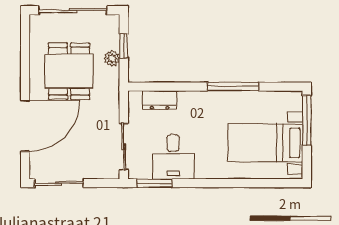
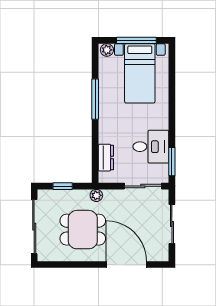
plant: (112, 58) -> (96, 195), moved
plant: (295, 102) -> (107, 50), added
window: (307, 120) -> (136, 40), moved
sliding door: (59, 183) -> (172, 224), moved

